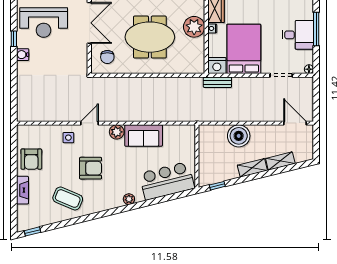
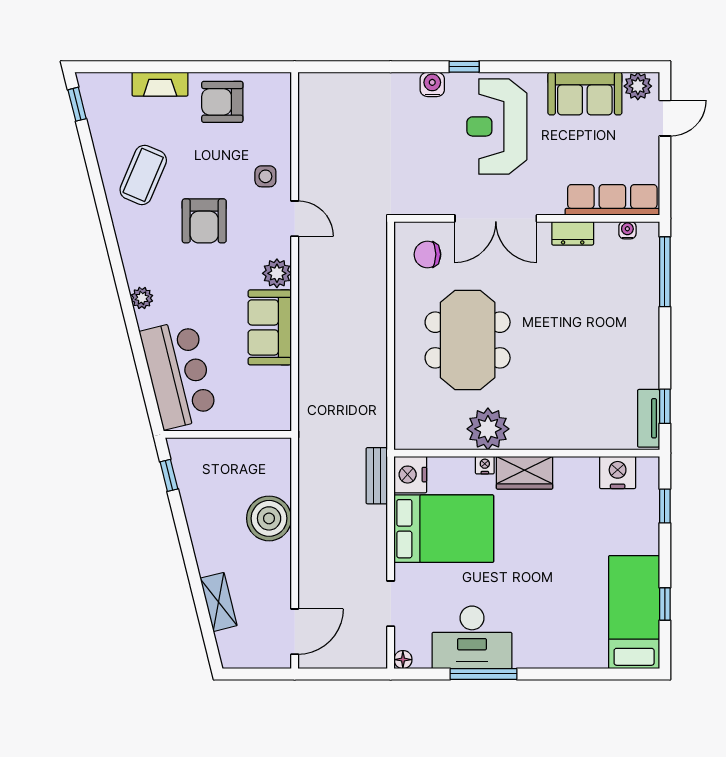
desk: (298, 35) -> (472, 637), width x1.37
shelving: (252, 168) -> (205, 546), removed

